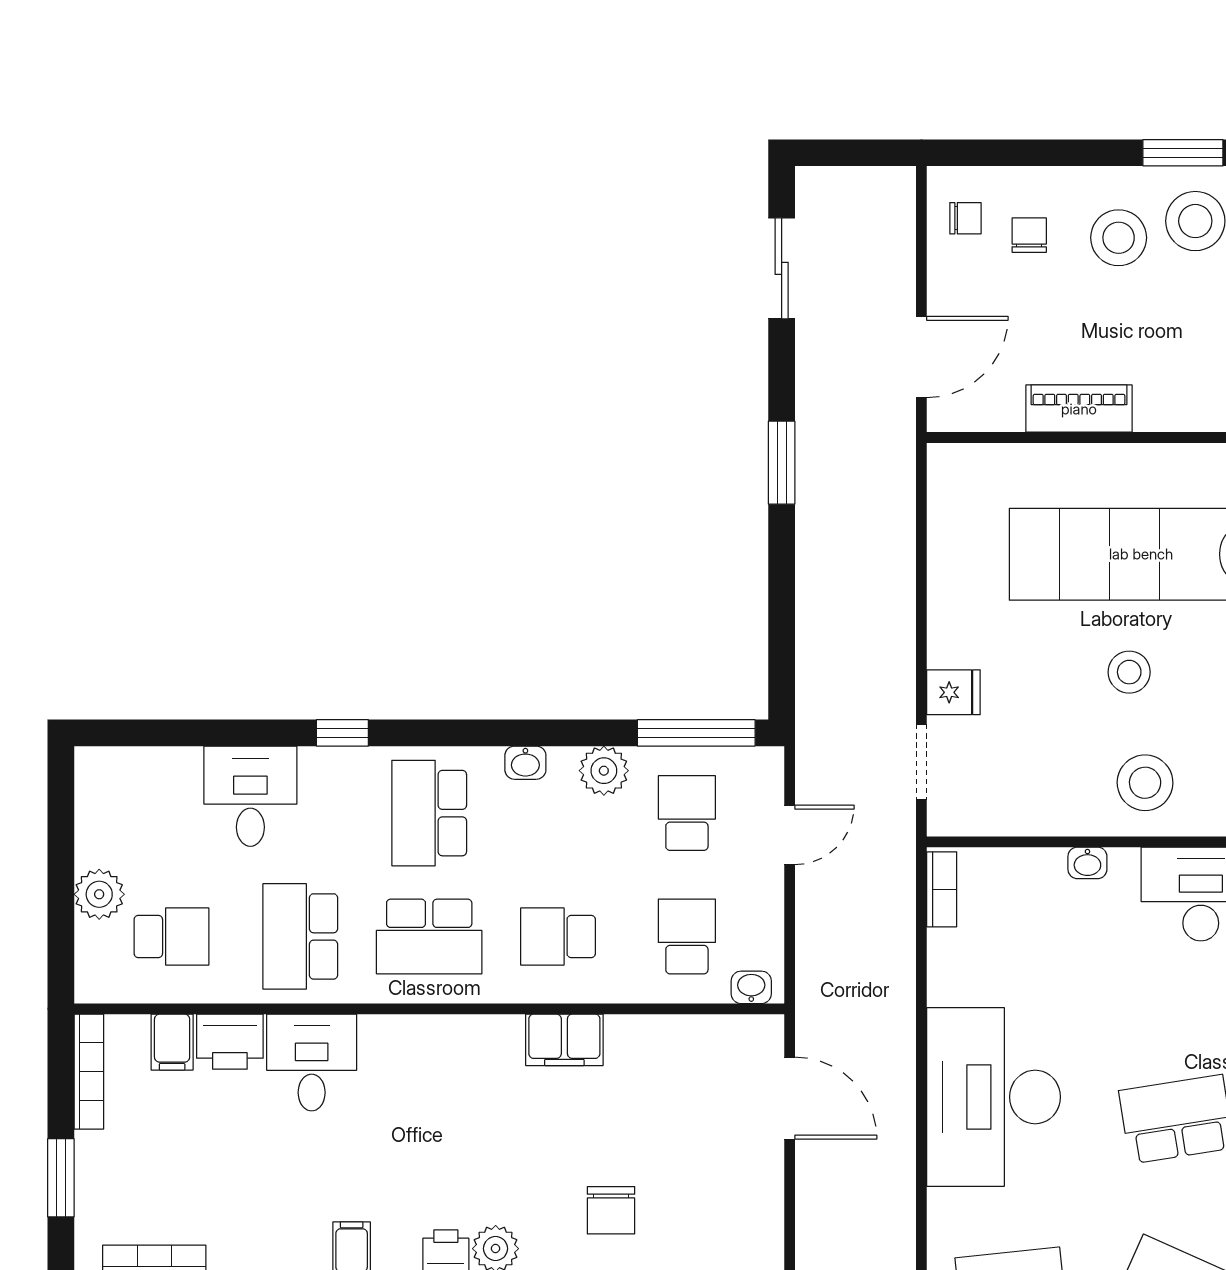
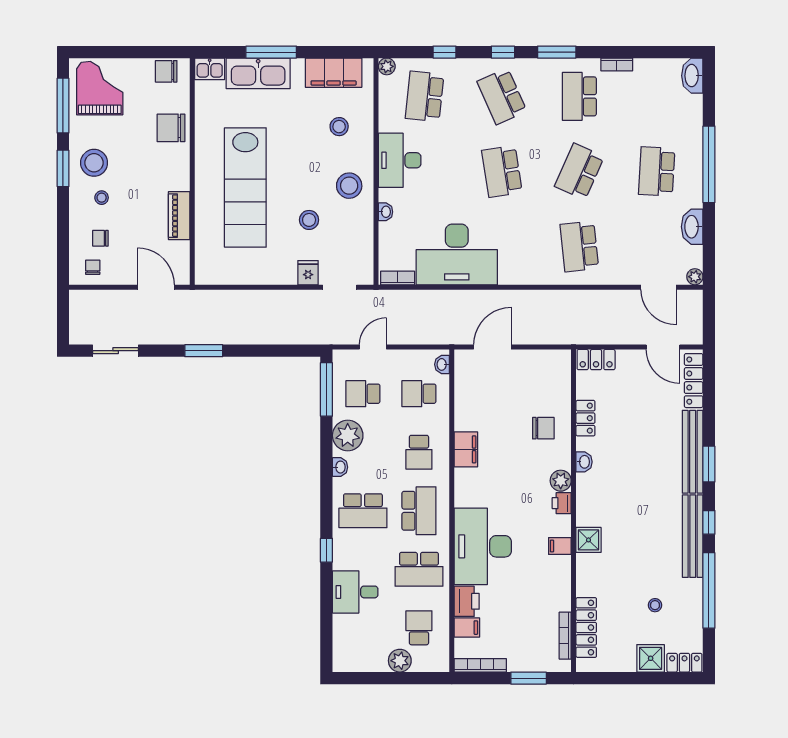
stool: (1119, 238) -> (102, 198), width x0.53, depth x0.53
stool: (1129, 672) -> (309, 220), moved
plant: (604, 771) -> (348, 435), width x1.36, depth x1.36
door: (790, 835) -> (373, 347), hinge flipped
desk: (312, 1063) -> (483, 546), width x1.87, depth x1.30
desk: (994, 1097) -> (457, 254), moved

